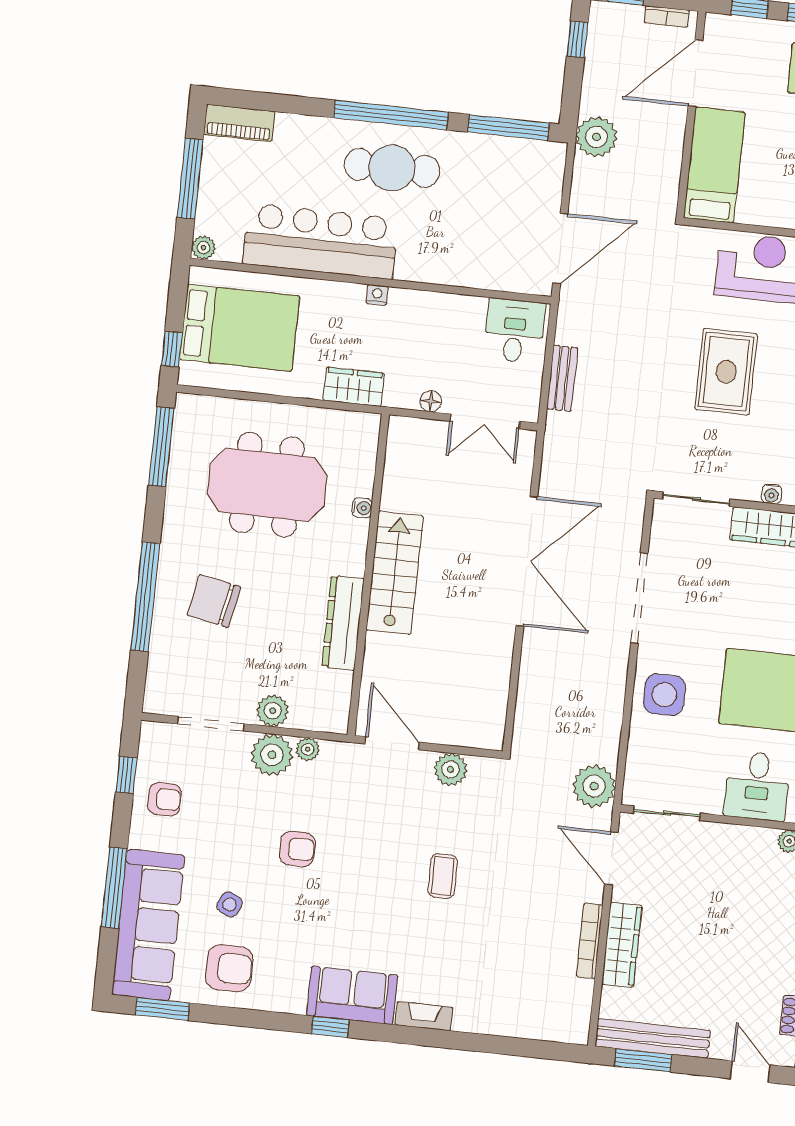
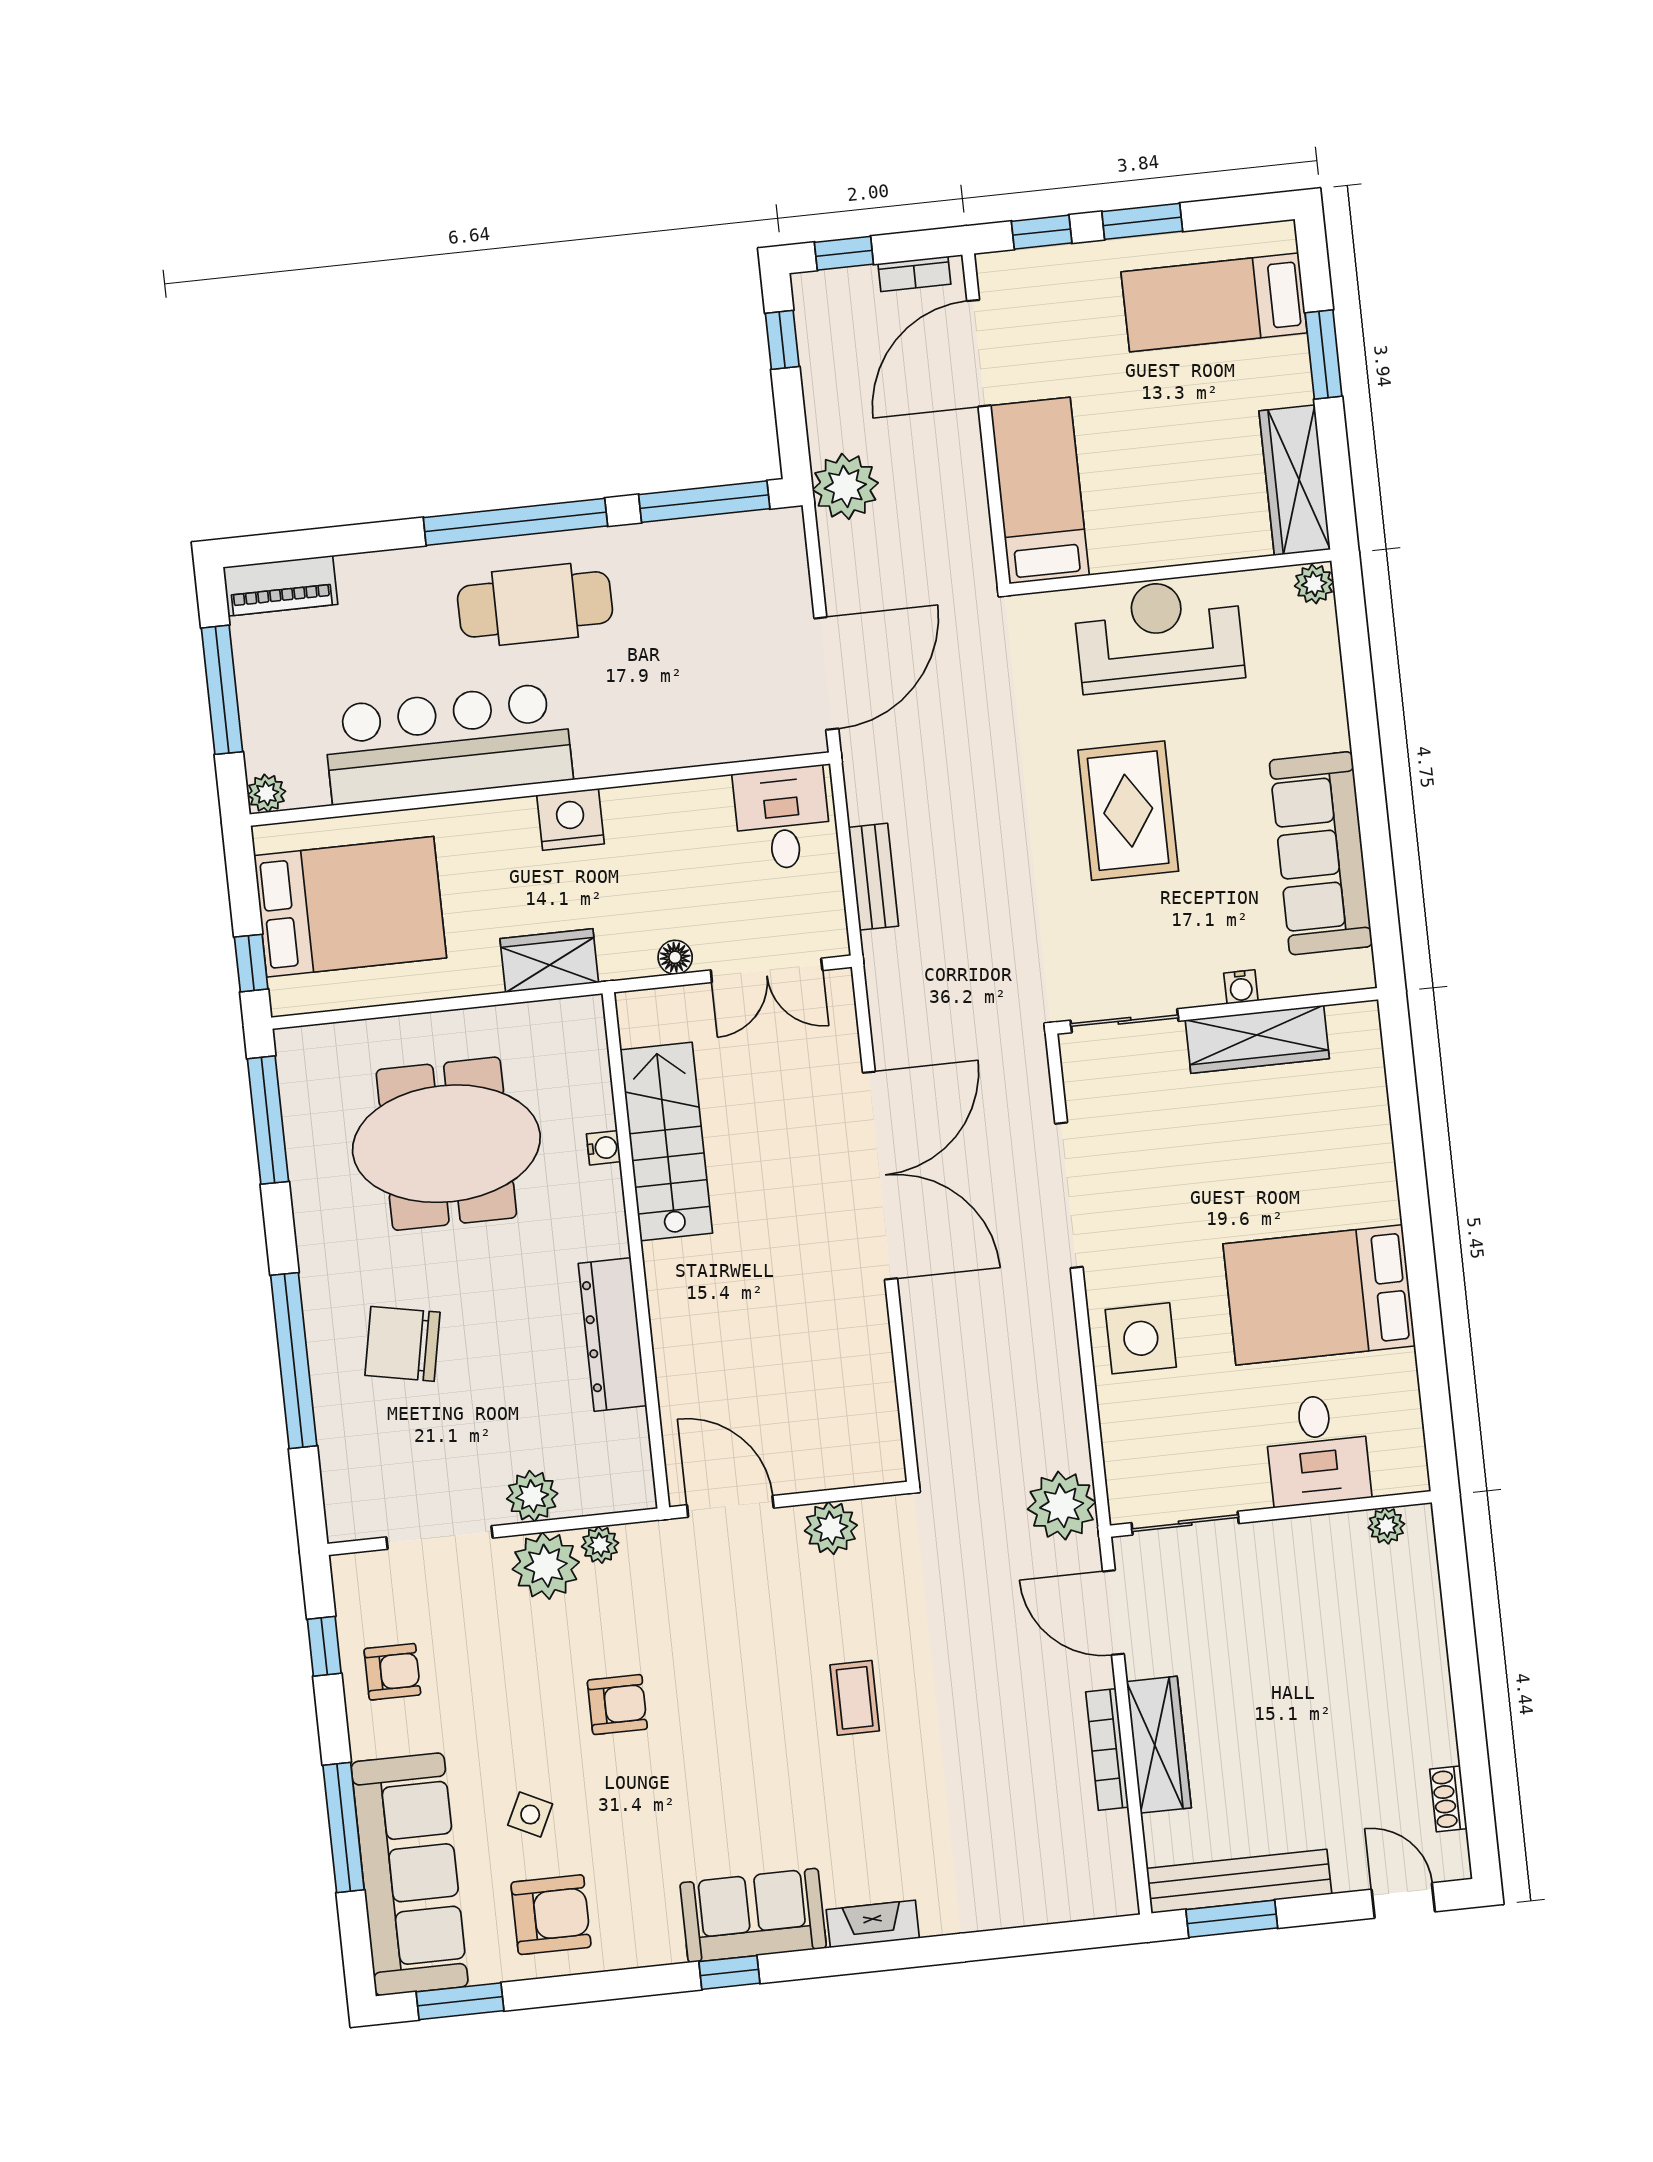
nightstand: (377, 295) -> (571, 819), width x1.89, depth x1.79
stairs: (395, 573) -> (666, 1141), moved

